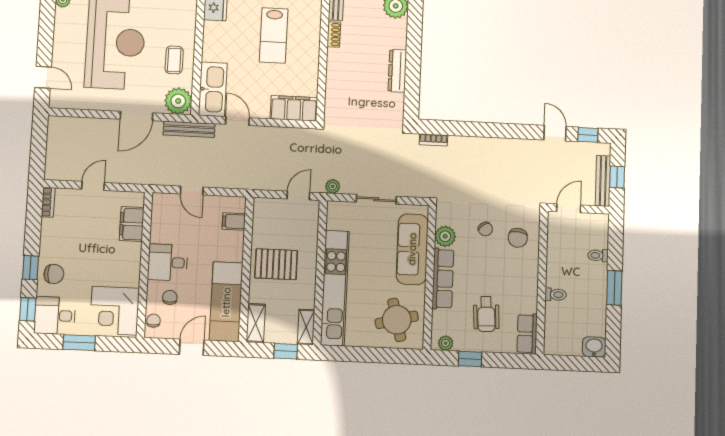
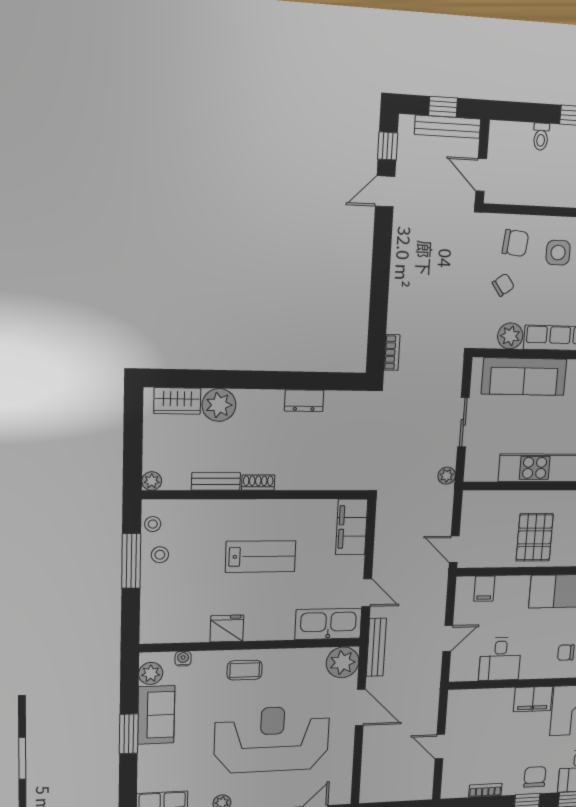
coffee table: (174, 60) -> (245, 670), moved
dresser: (397, 71) -> (304, 401), width x0.70
door: (237, 121) -> (367, 593), swing flipped
door: (298, 196) -> (454, 549), moved
bookcase: (48, 202) -> (485, 790), moved
filing cabinet: (132, 224) -> (533, 699), moved
desk: (168, 262) -> (500, 659), moved
side table: (511, 274) -> (558, 253), added

